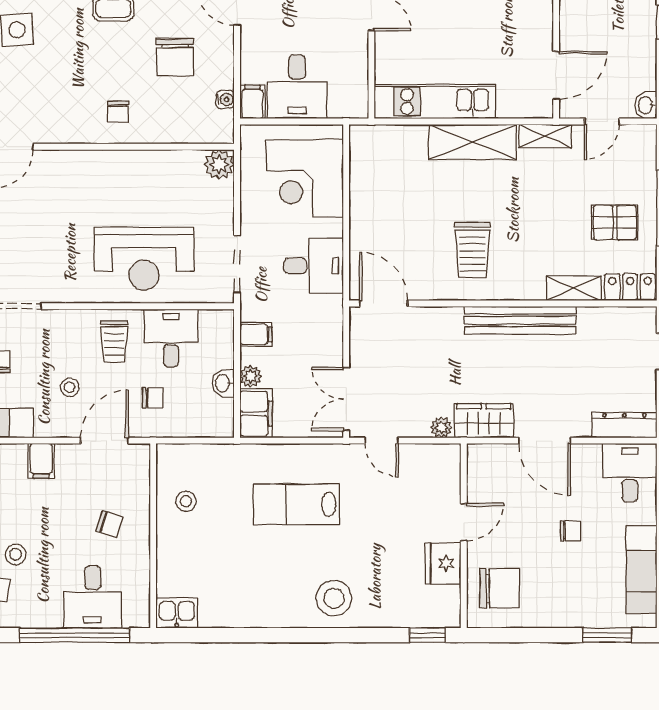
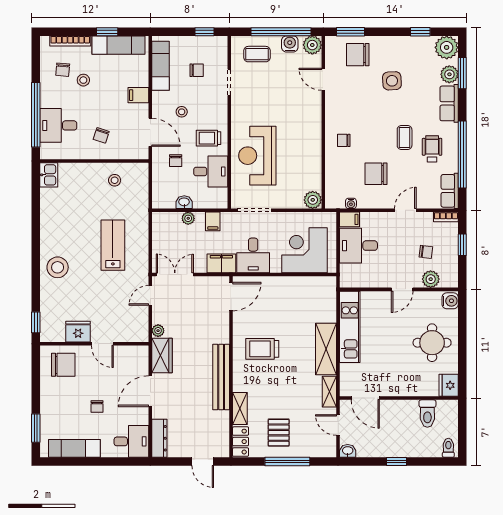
filing cabinet: (256, 414) -> (221, 263), moved, turned 180
chair: (500, 588) -> (63, 365), turned -90

